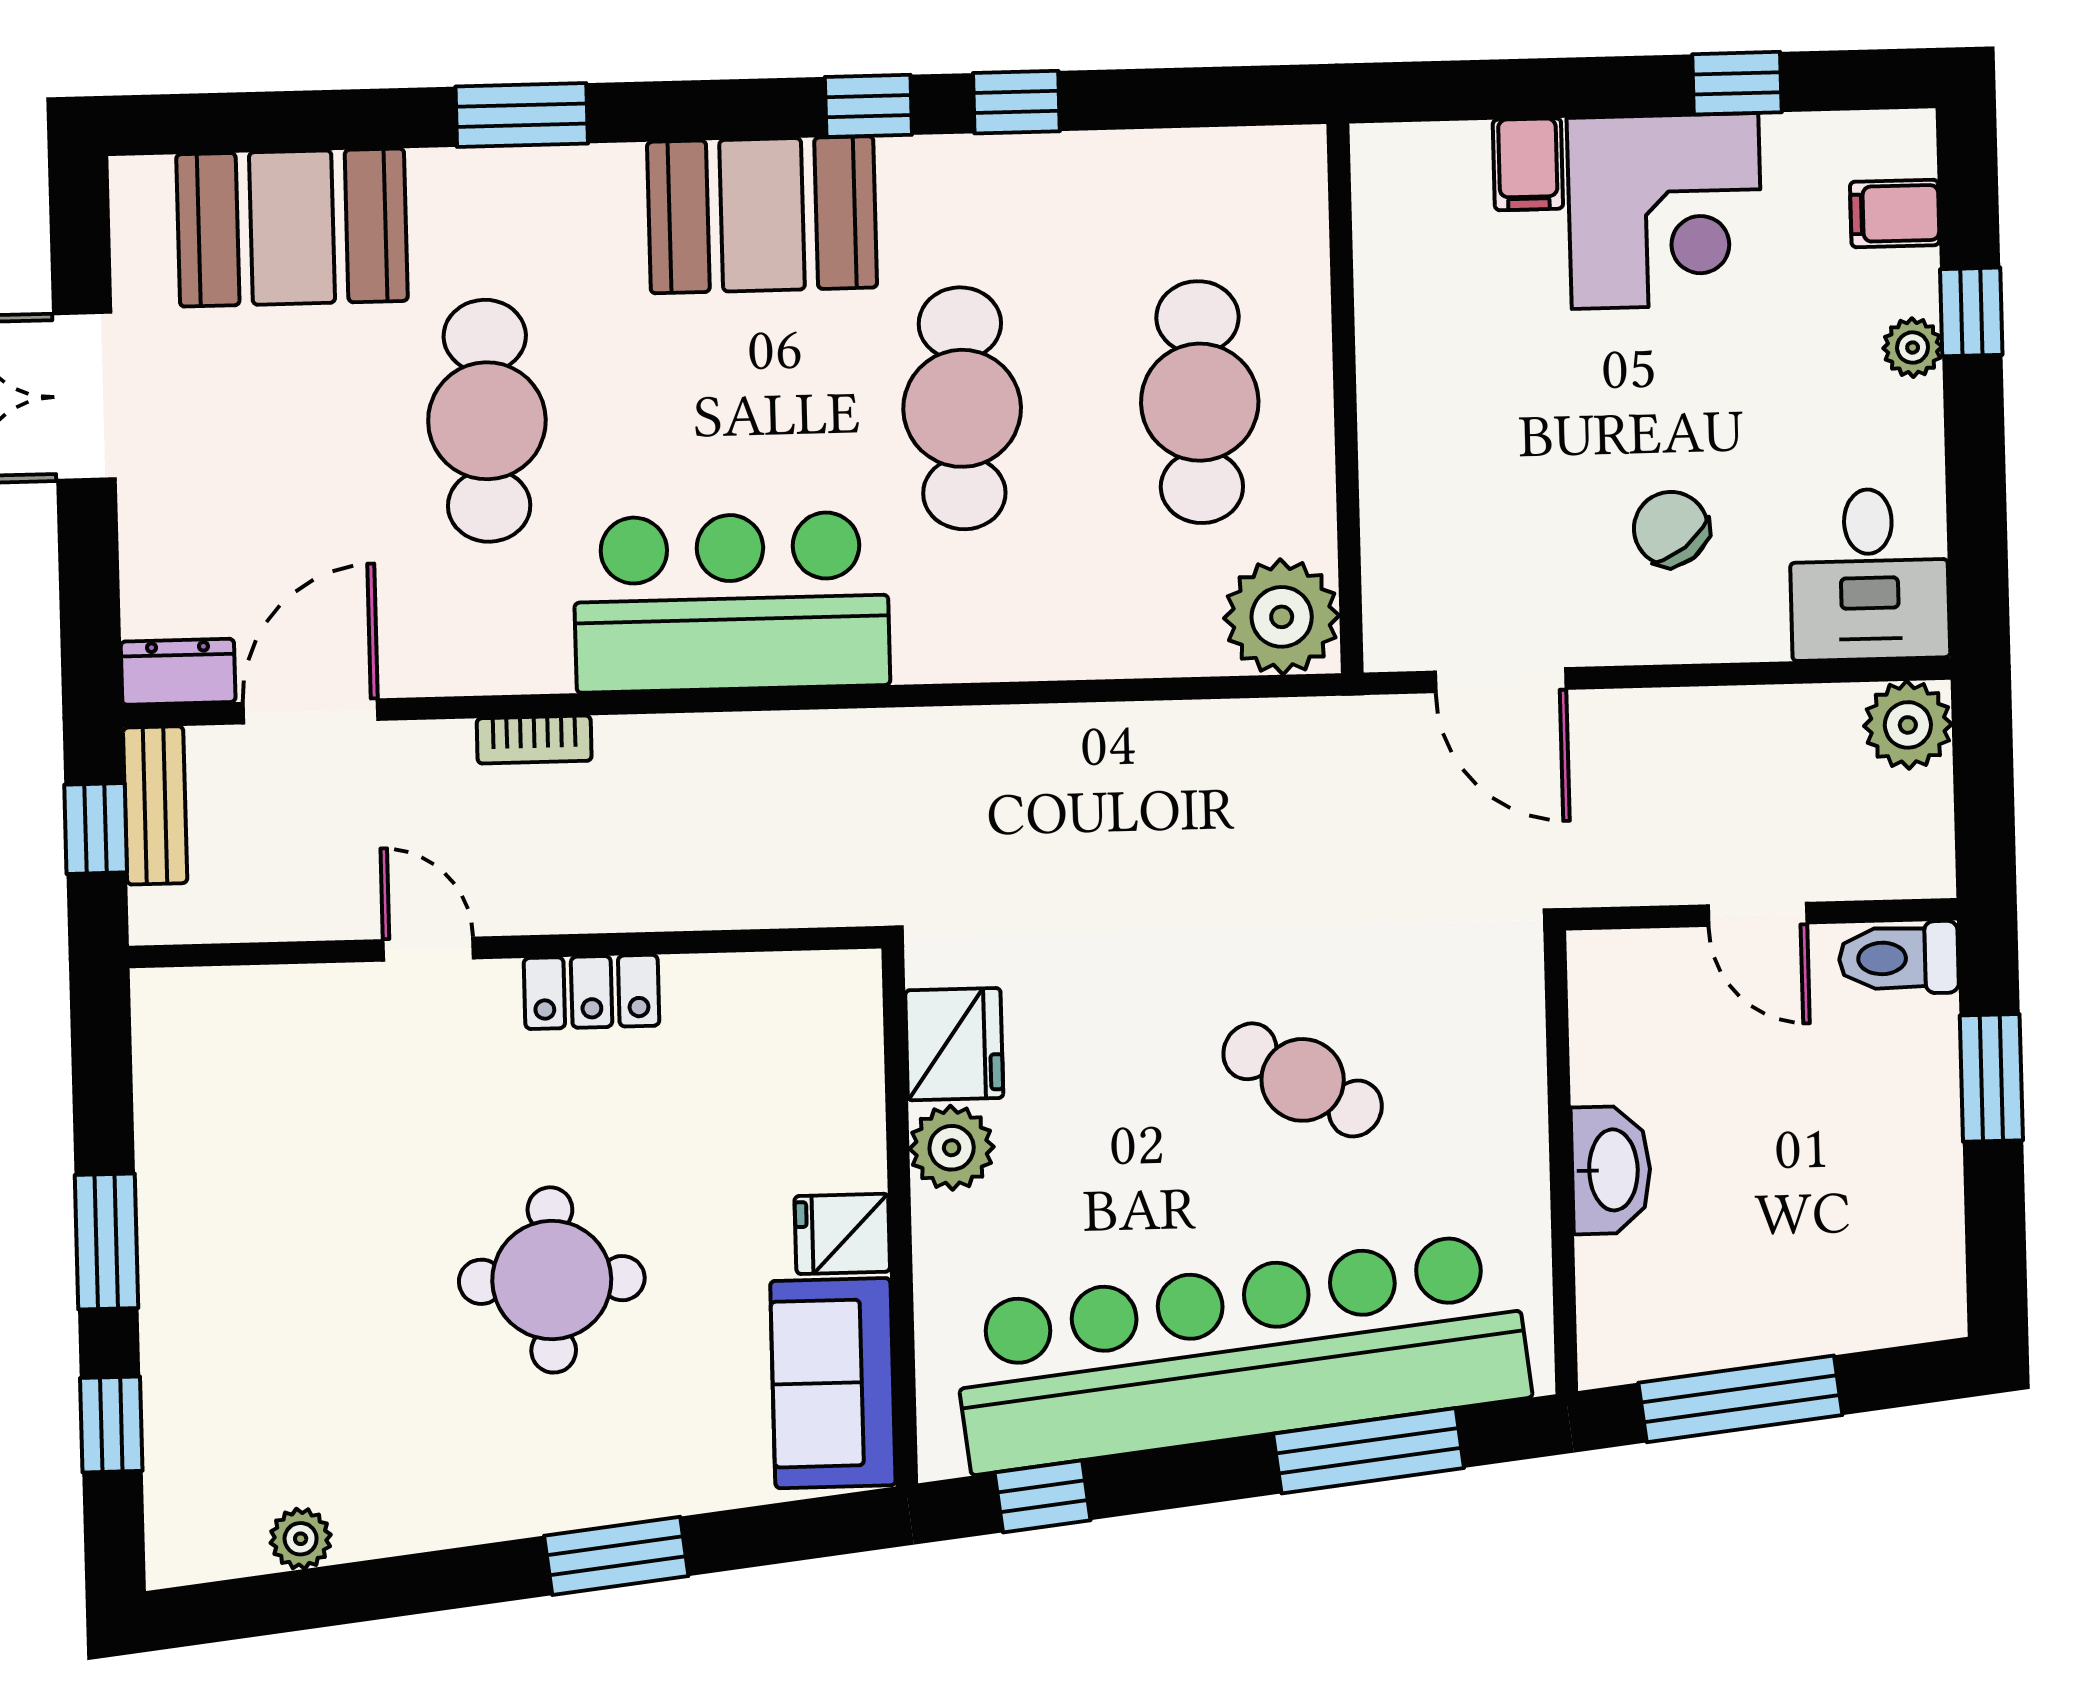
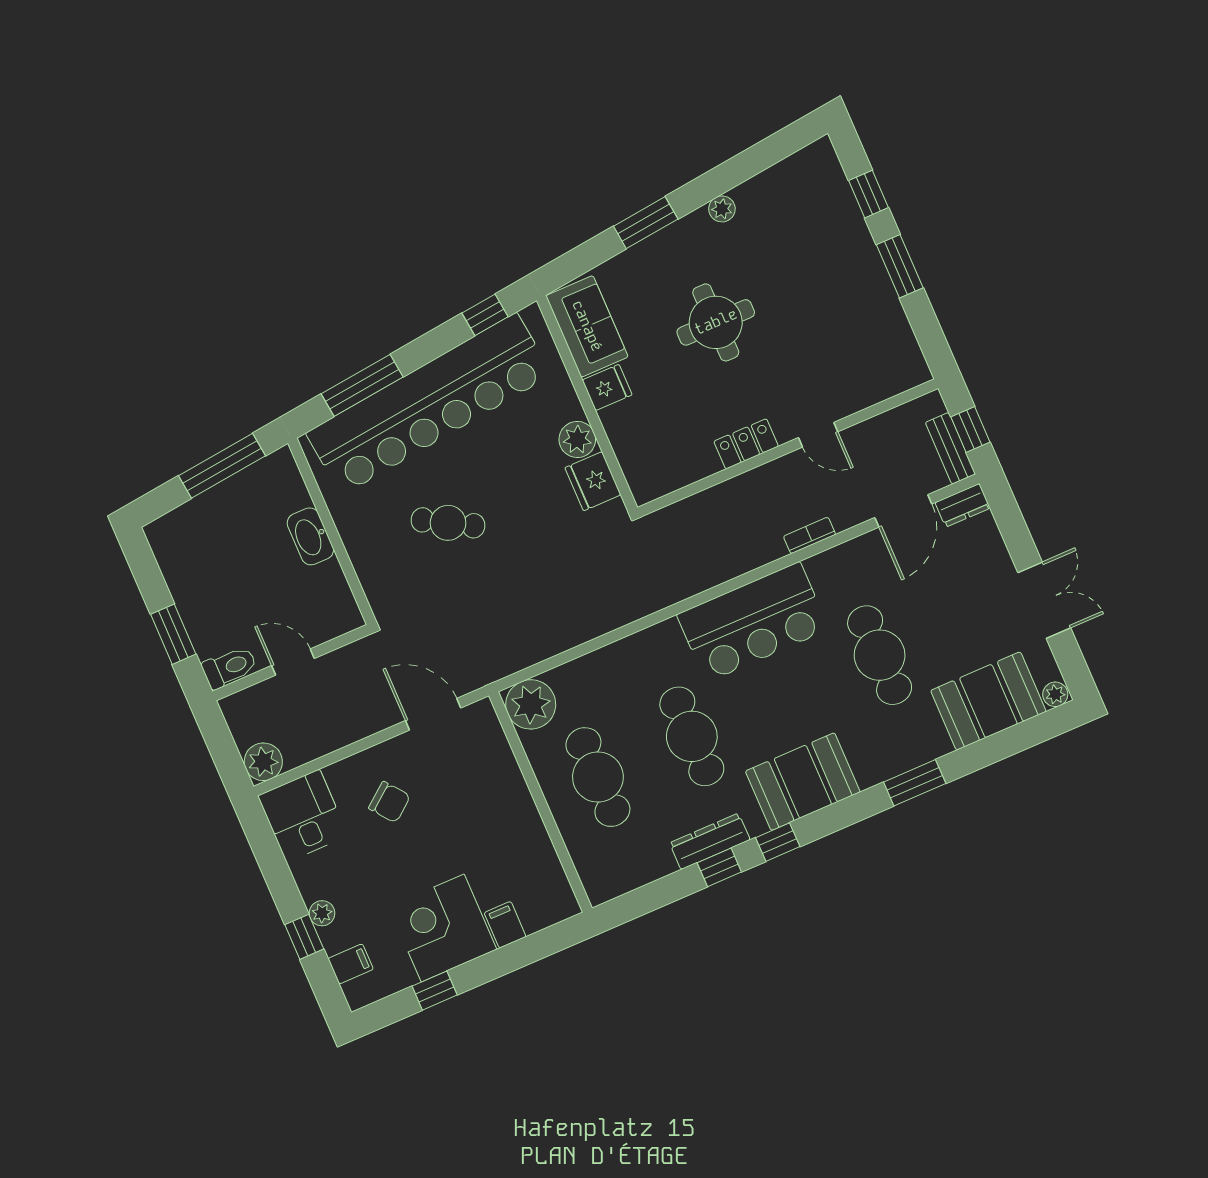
dresser: (1014, 167) -> (710, 841), added
plant: (142, 184) -> (1055, 694), added
plant: (301, 1539) -> (722, 209), moved

